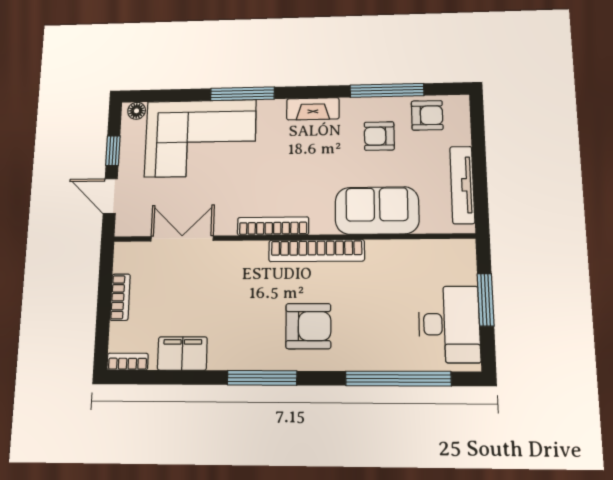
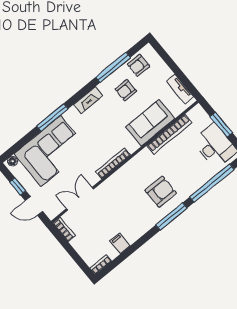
armchair: (427, 115) -> (139, 65), turned 180
tv unit: (462, 185) -> (180, 89), width x0.71
bookcase: (317, 251) -> (169, 134), moved
bookcase: (120, 297) -> (64, 229), moved
filing cabinet: (182, 354) -> (120, 243), width x0.50
window: (262, 378) -> (171, 216), moved

